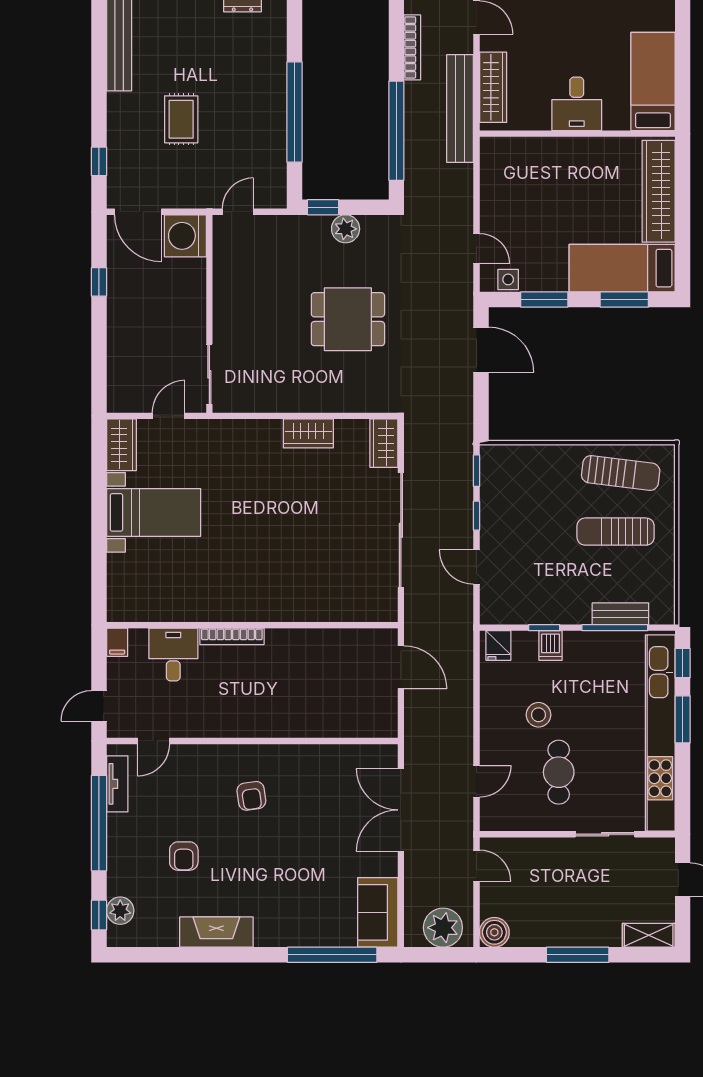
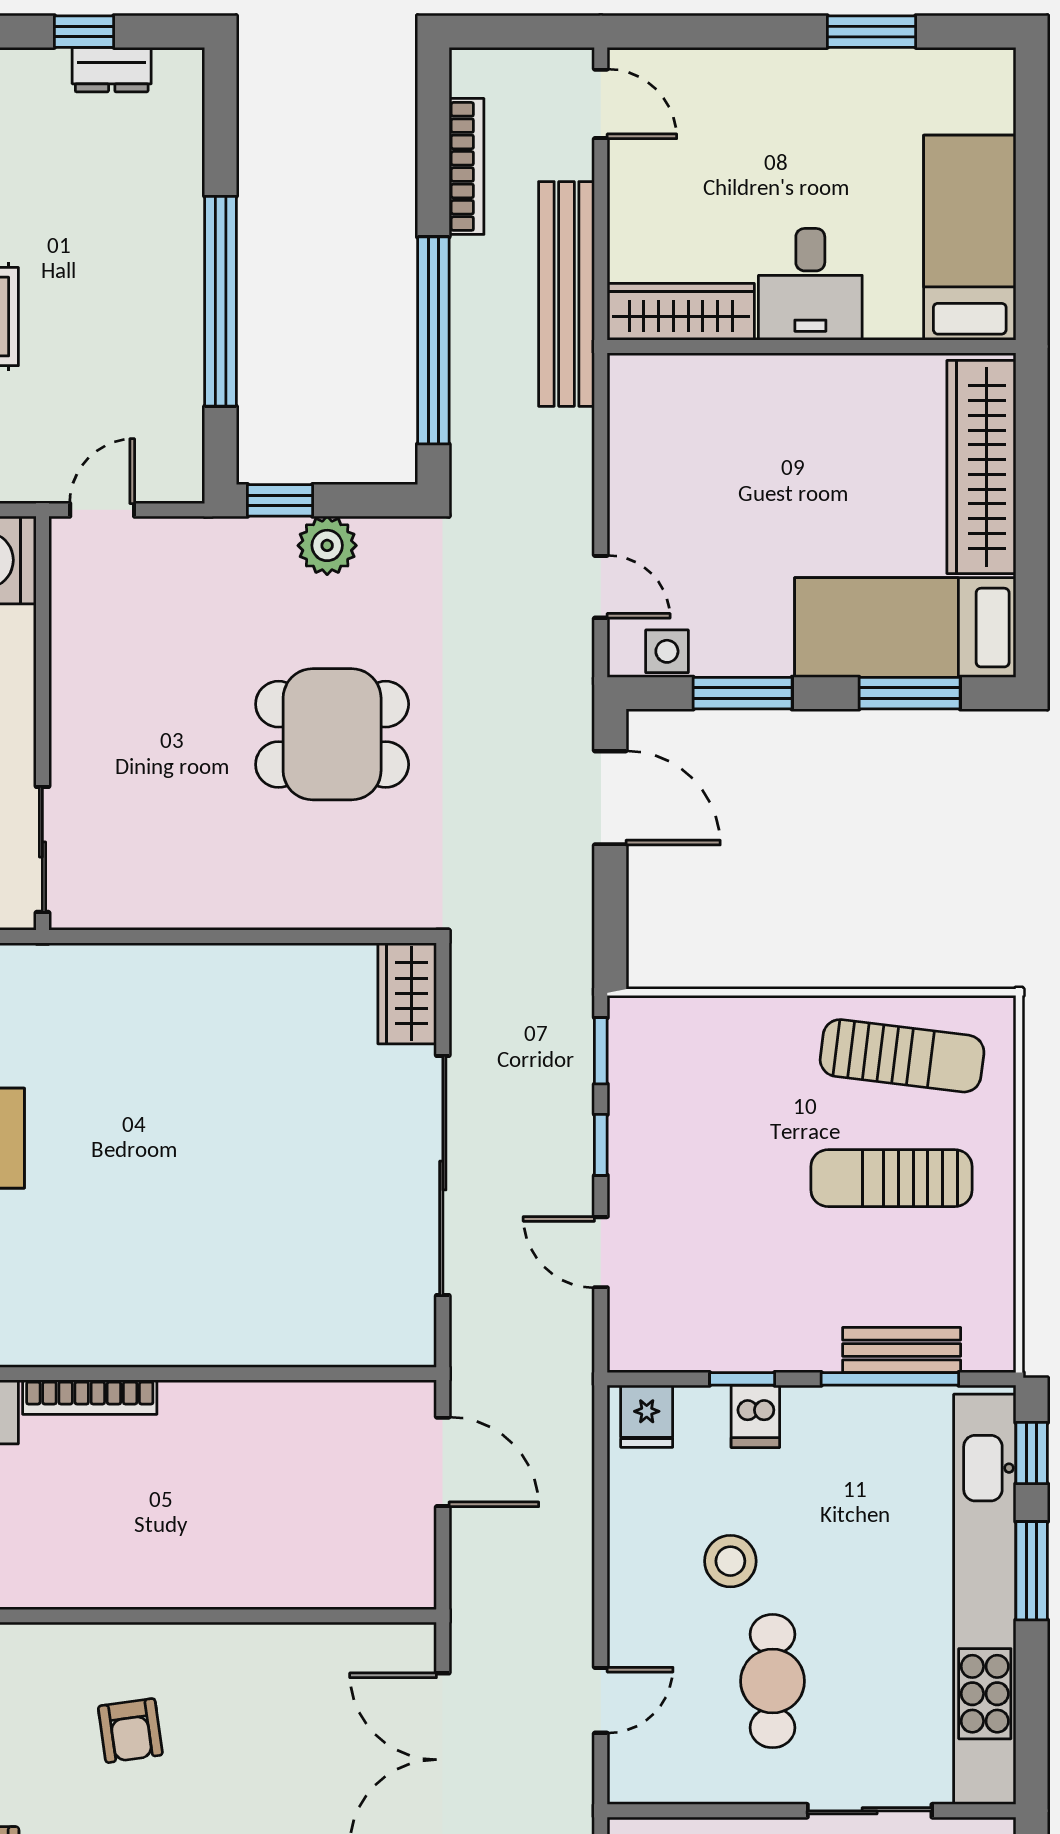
wardrobe: (493, 87) -> (681, 312), moved, turned -90
wardrobe: (308, 433) -> (249, 973), removed

